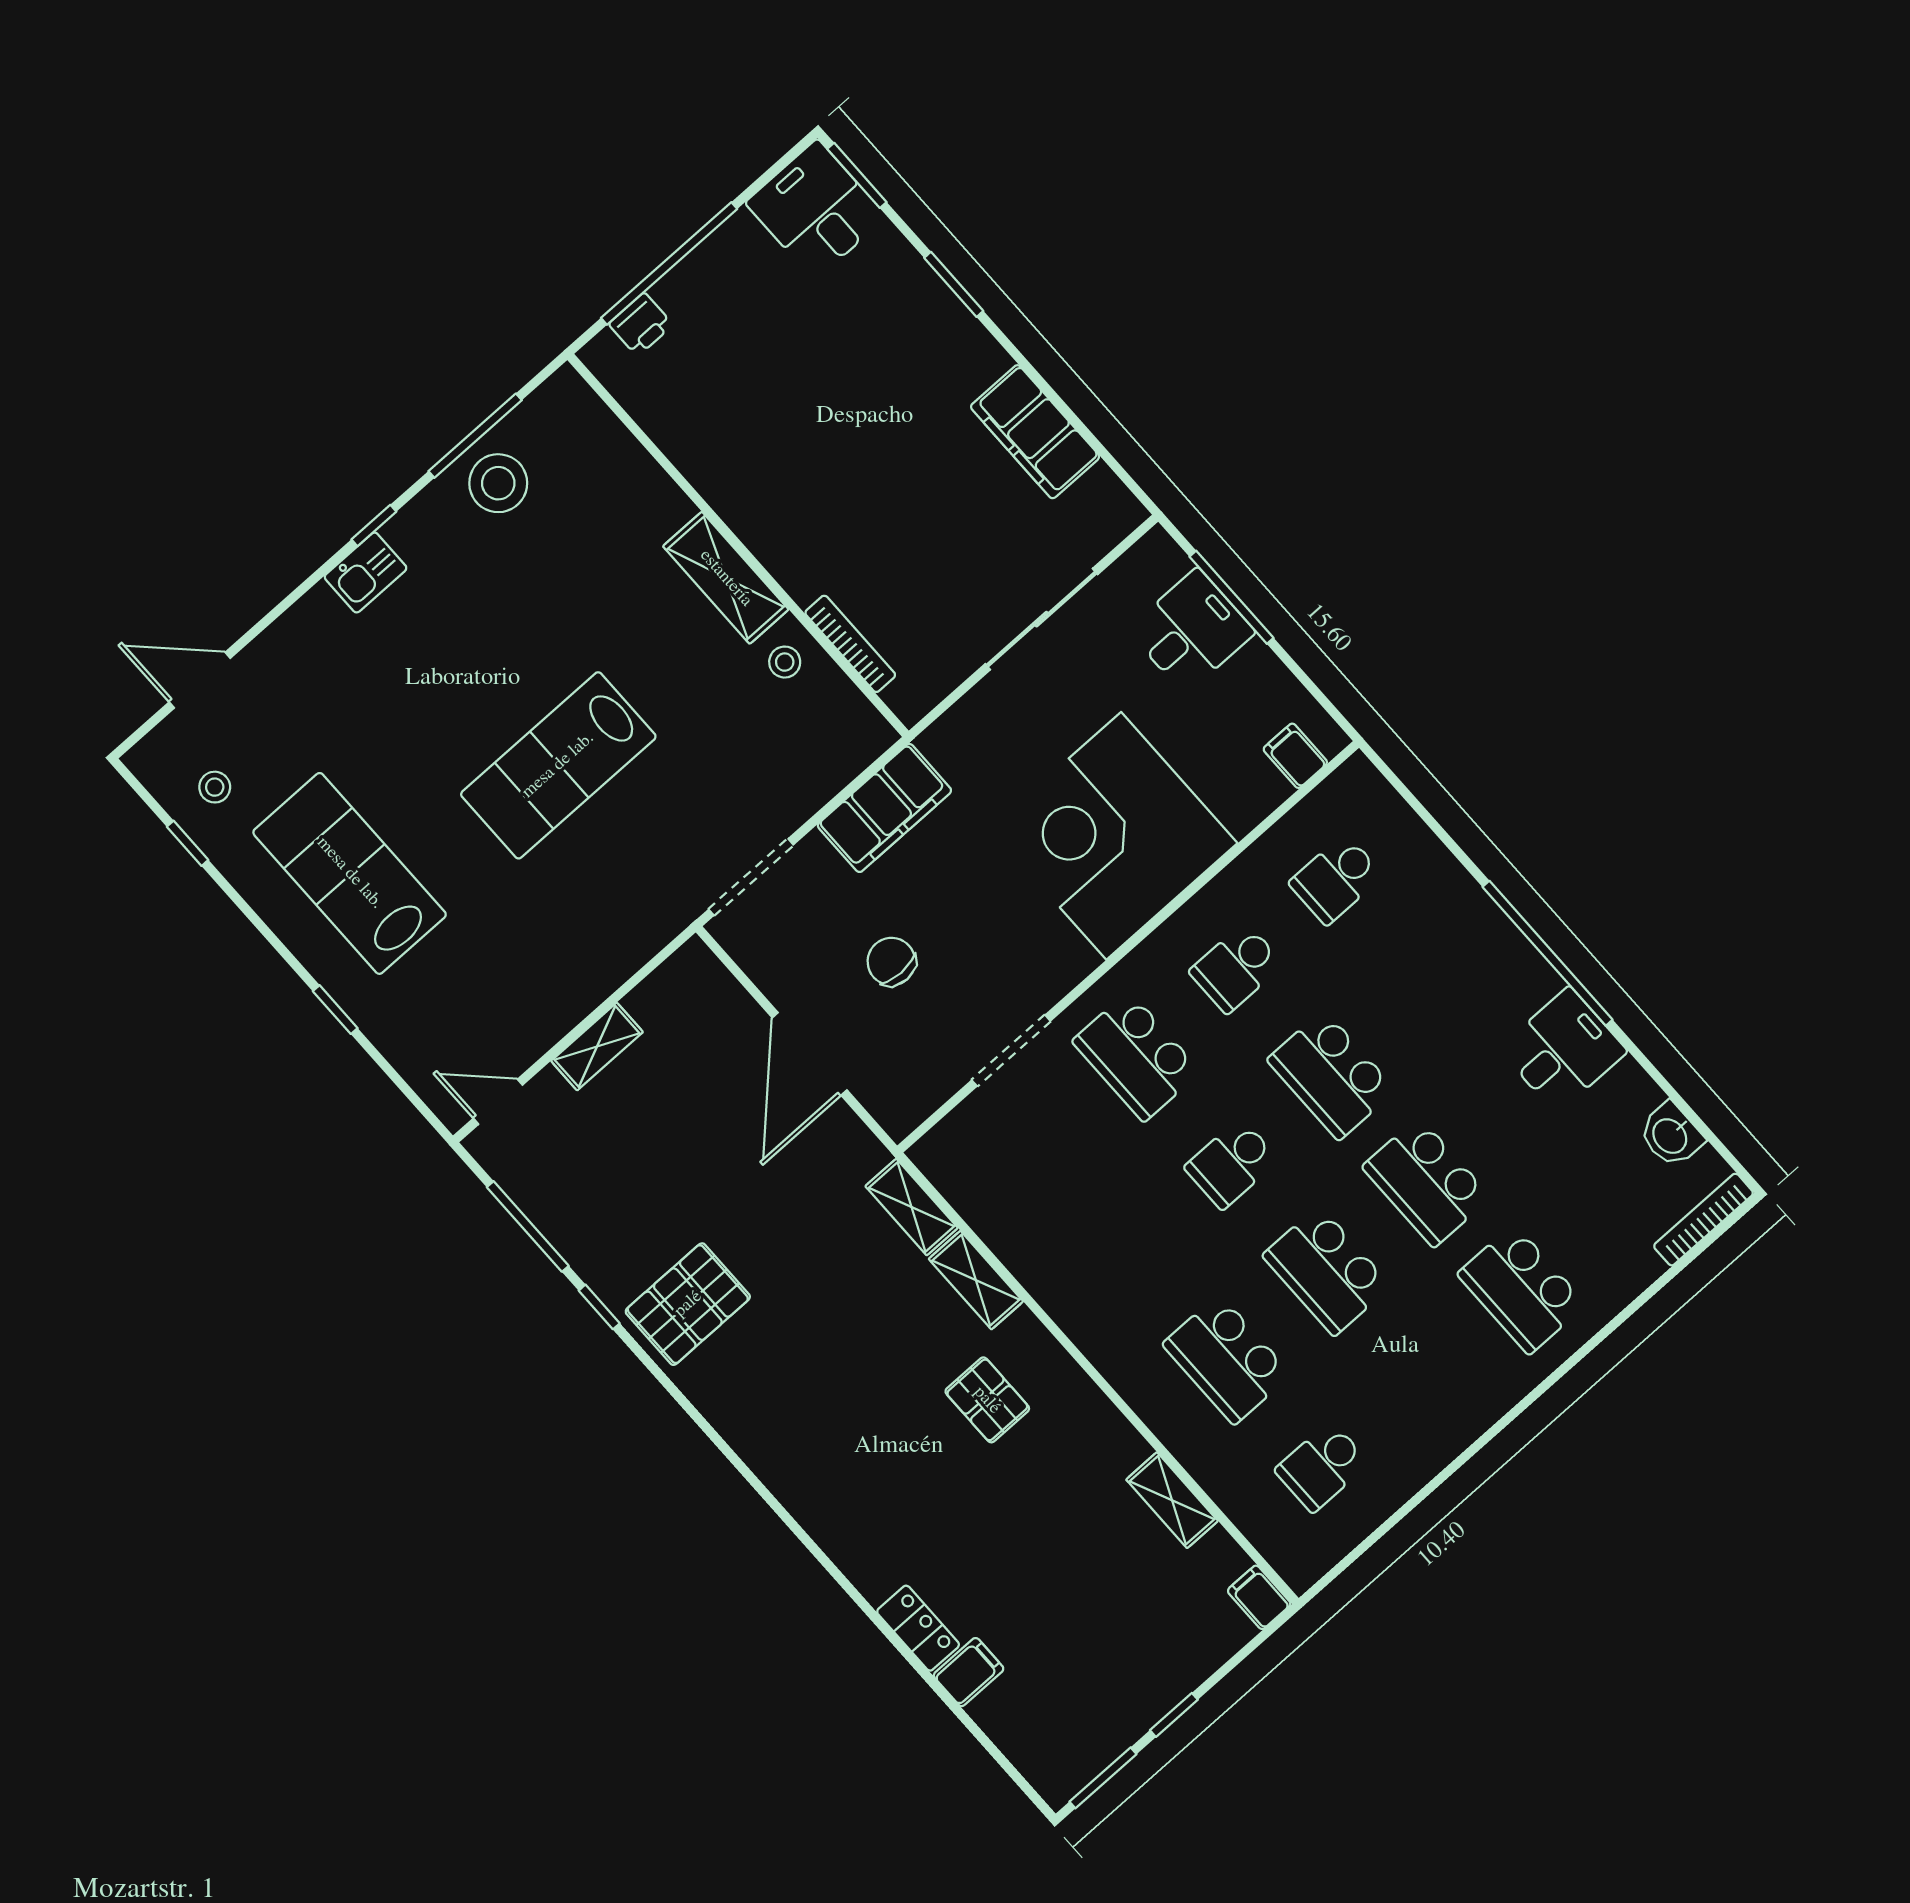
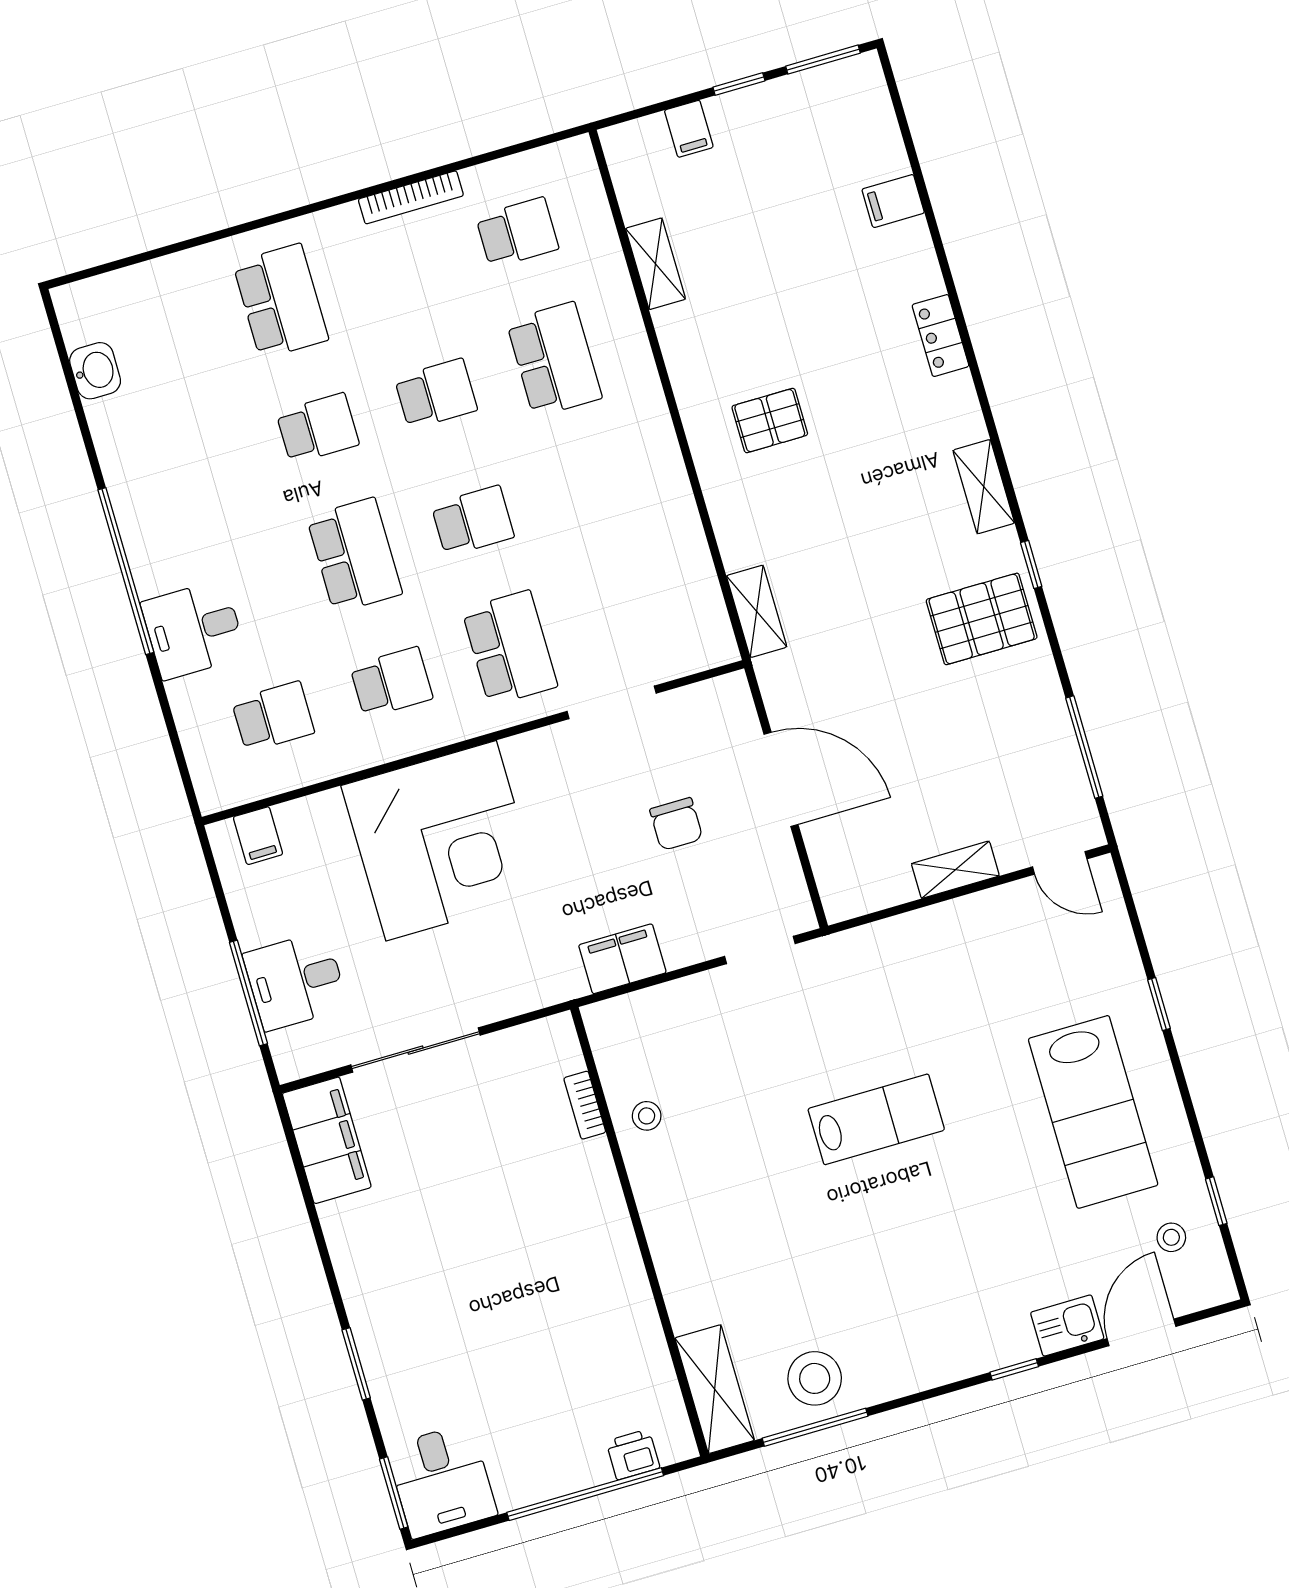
filing cabinet: (1035, 432) -> (327, 1140), moved
window: (374, 526) -> (1014, 1369), moved
kitchen sink: (366, 573) -> (1067, 1326), moved
shelving: (726, 578) -> (715, 1389), moved
bookcase: (850, 644) -> (585, 1105), width x0.64
door: (200, 680) -> (1141, 1332), swing flipped
lab bench: (558, 765) -> (876, 1119), width x0.73, depth x0.72
filing cabinet: (884, 808) -> (622, 959), width x0.67, depth x0.86
doorway: (751, 877) -> (760, 950), width x0.73
desk: (1563, 1050) -> (194, 630), moved
door: (810, 1054) -> (781, 779), hinge flipped
school desk: (1426, 1182) -> (318, 428), width x0.54
bookcase: (1704, 1220) -> (411, 197), moved
school desk: (1327, 1271) -> (436, 394), width x0.54
shelving: (976, 1280) -> (984, 487), moved
window: (599, 1307) -> (1031, 564), moved
pallet: (987, 1400) -> (770, 421), turned 90
filing cabinet: (1259, 1597) -> (689, 129), moved
locker: (918, 1628) -> (941, 336), moved

